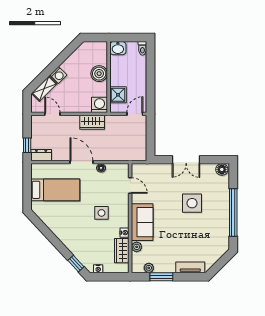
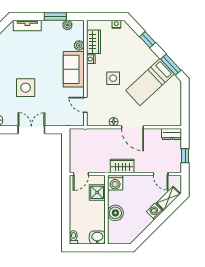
window: (27, 145) -> (185, 156), moved
bed: (55, 190) -> (150, 82), moved, turned -43
window: (42, 227) -> (171, 65), added
window: (76, 264) -> (147, 40), moved

